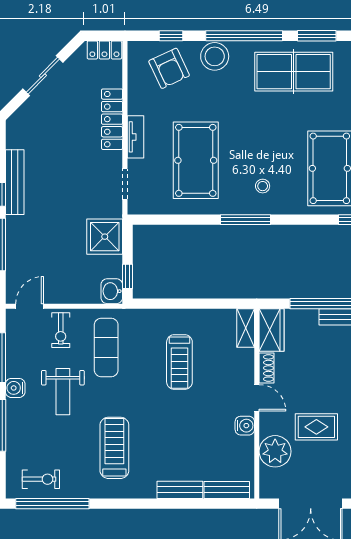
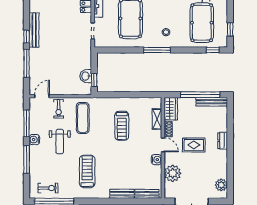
shower: (105, 237) -> (82, 59), removed
washbasin: (112, 291) -> (86, 76), moved
shelving: (246, 328) -> (157, 119), moved
rug: (316, 427) -> (194, 145), moved

